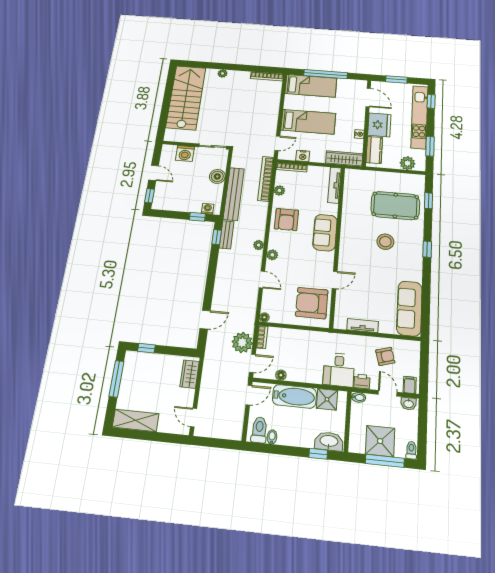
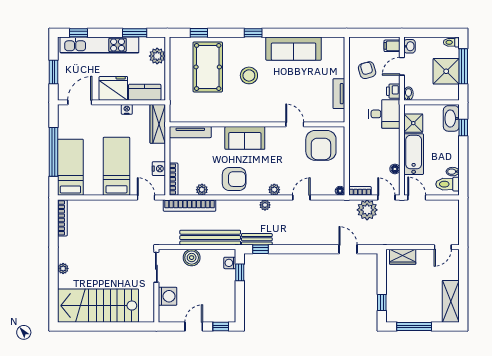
sofa: (409, 308) -> (294, 49), moved

